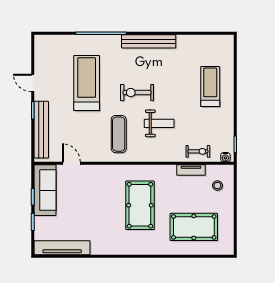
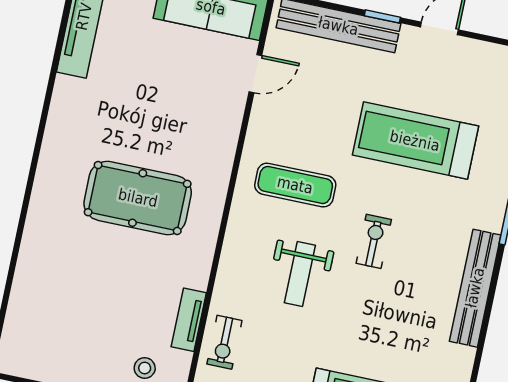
treadmill: (87, 83) -> (415, 141), turned 180
exercise bike: (137, 93) -> (374, 241), width x0.73, depth x0.72
pool table: (194, 227) -> (69, 301), removed

